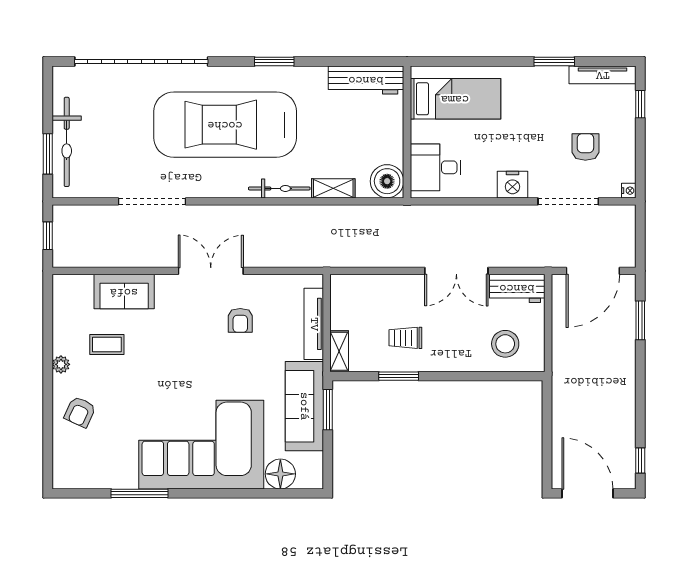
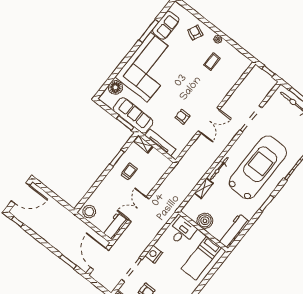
boiler: (387, 181) -> (205, 221), moved
sofa: (124, 292) -> (166, 25), moved, turned 180
stool: (505, 344) -> (89, 212), moved

